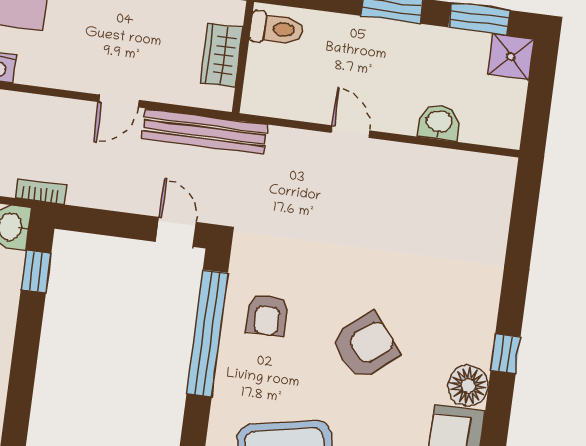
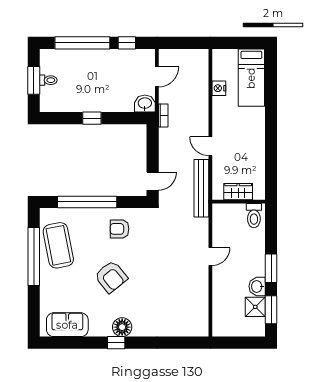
shower: (511, 57) -> (255, 307), moved
washbasin: (439, 122) -> (257, 286), moved, turned 180
window: (36, 271) -> (92, 118), moved
window: (207, 333) -> (87, 202), moved
floor lamp: (468, 386) -> (122, 327), moved

